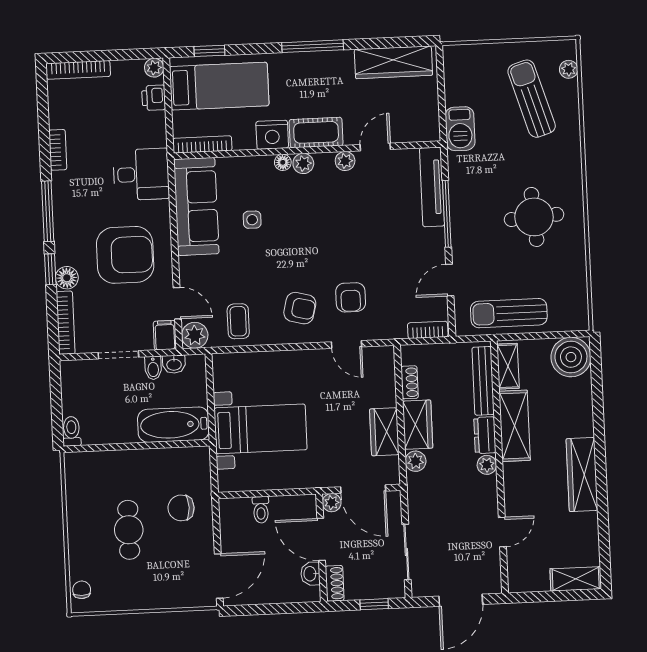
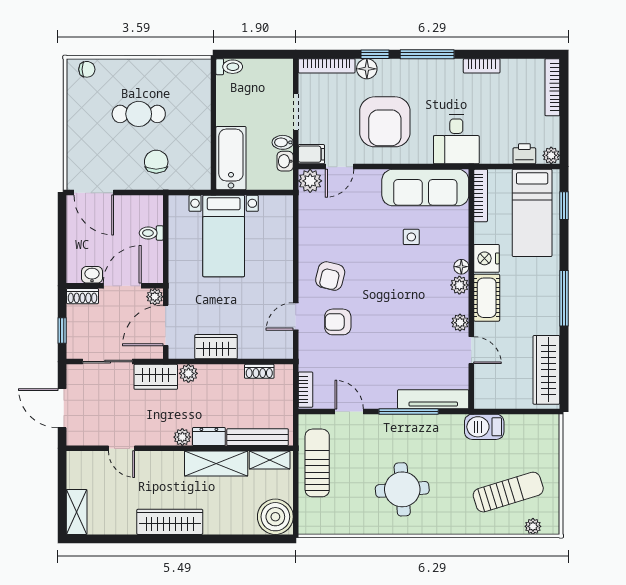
coffee table: (238, 321) -> (321, 220), removed
wardrobe: (418, 425) -> (156, 377), moved

